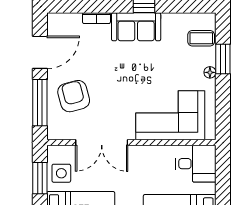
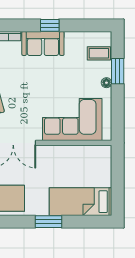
desk: (196, 164) -> (94, 161), removed

